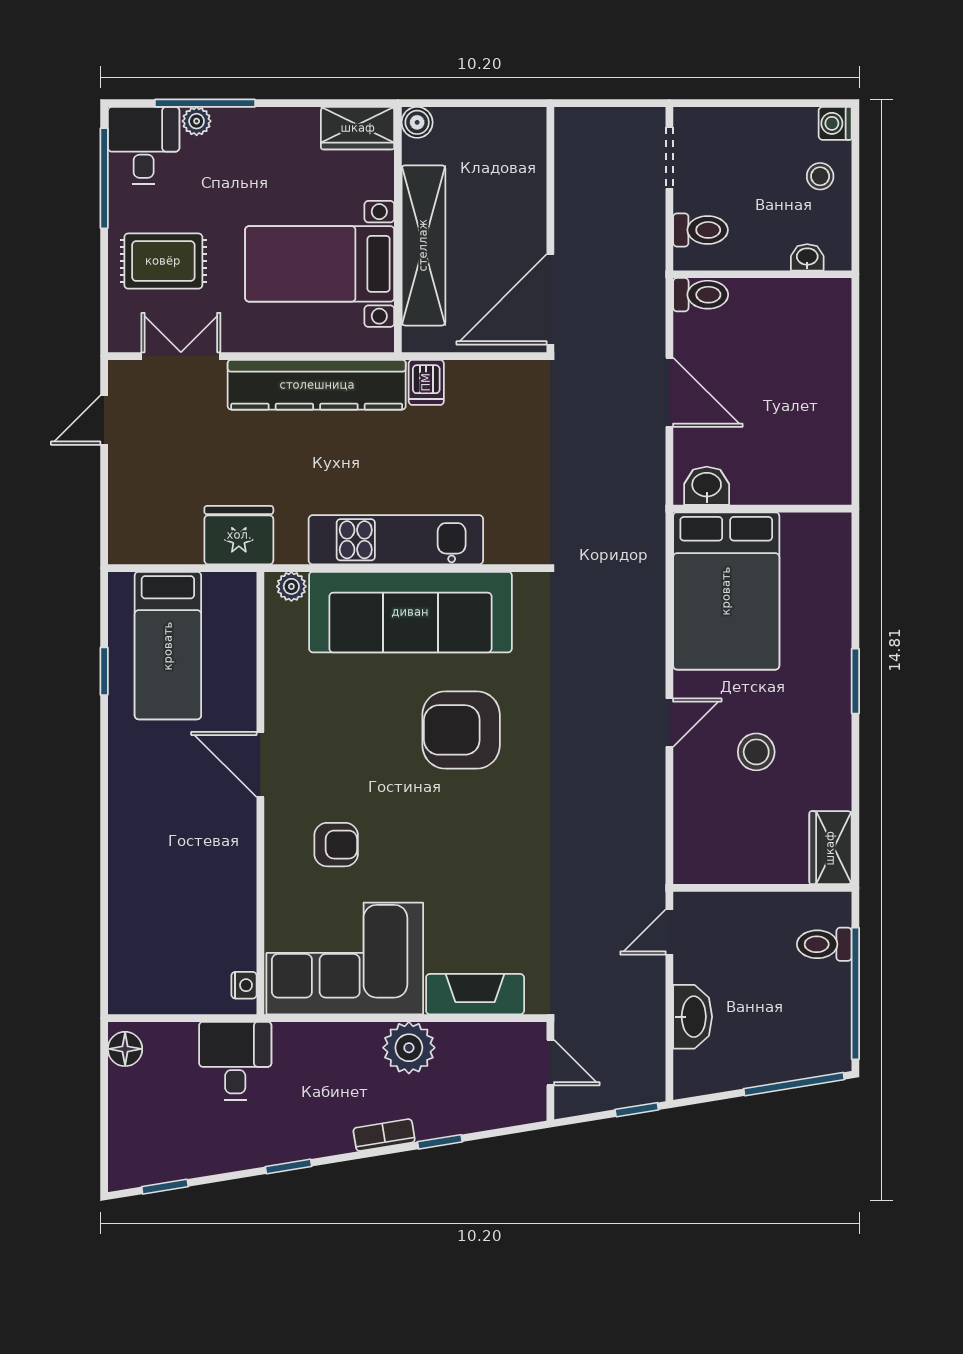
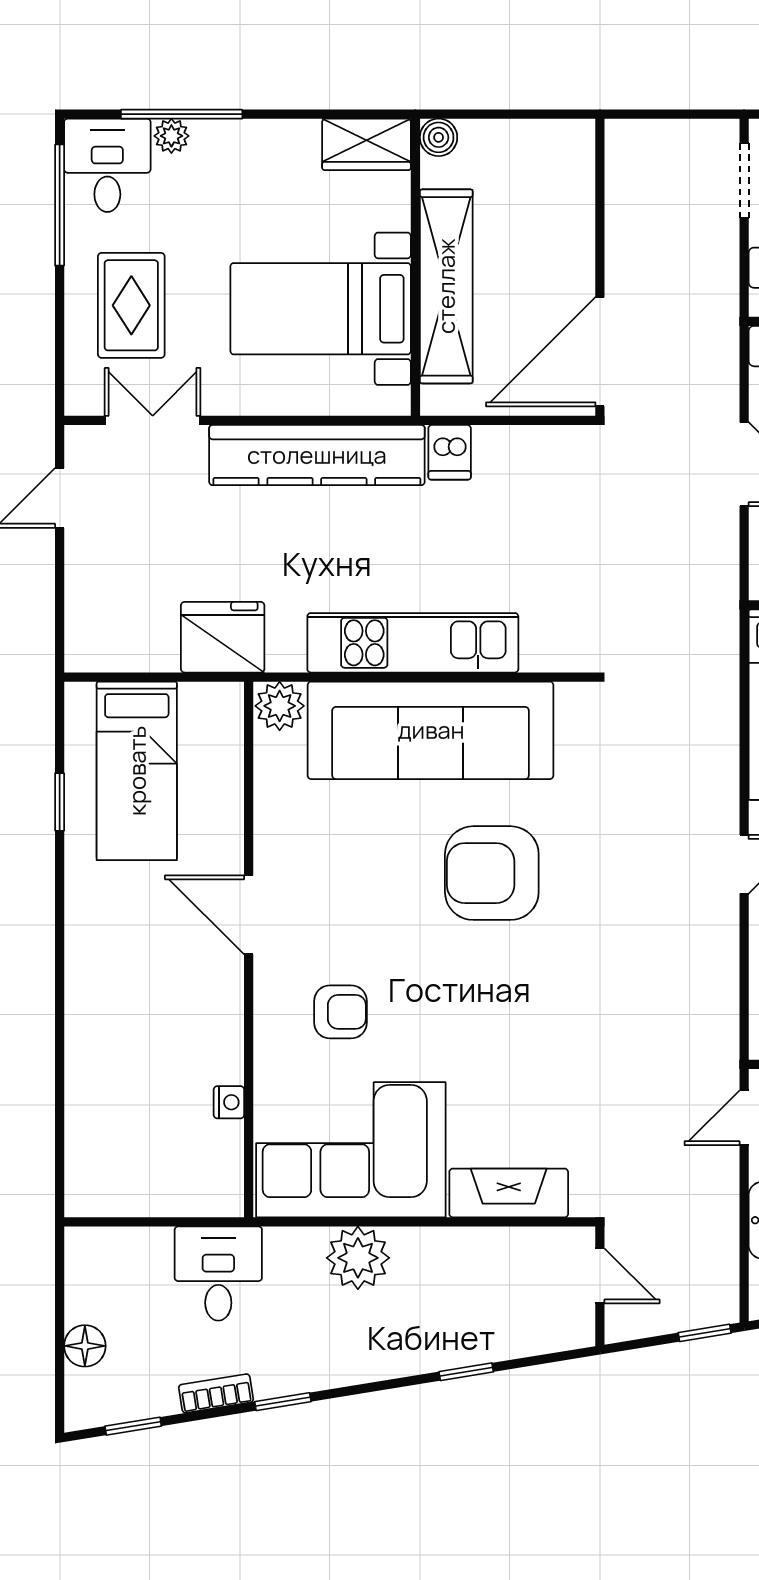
rug: (163, 261) -> (131, 305), turned 90
plant: (291, 586) -> (280, 706), width x1.38, depth x1.38
nightstand: (244, 985) -> (229, 1102), moved
plant: (409, 1048) -> (358, 1258), moved
floor lamp: (125, 1049) -> (85, 1346), moved
bookcase: (384, 1135) -> (216, 1393), moved

